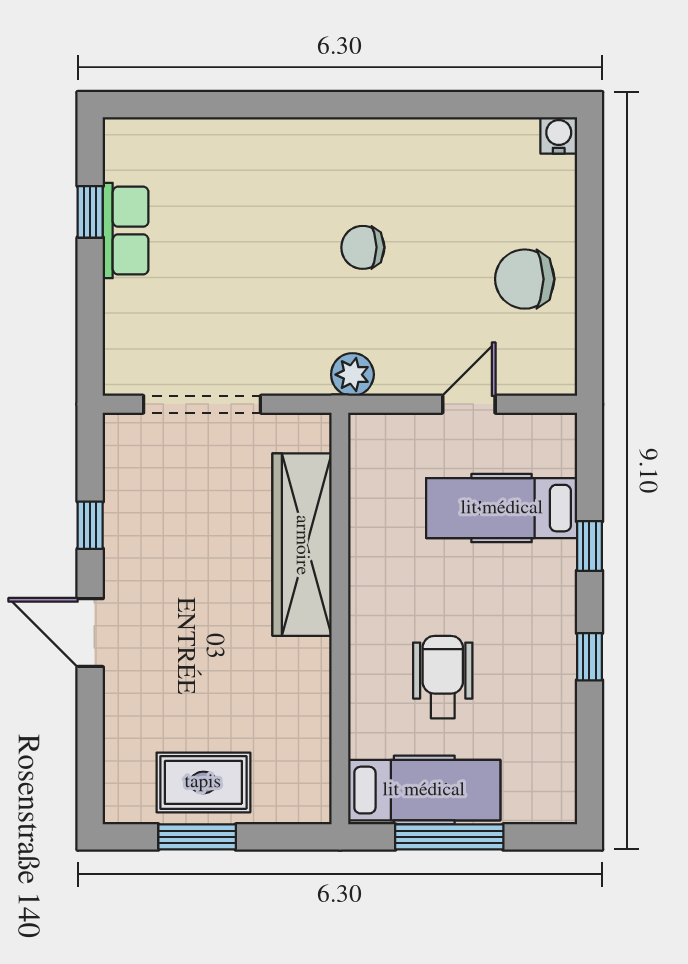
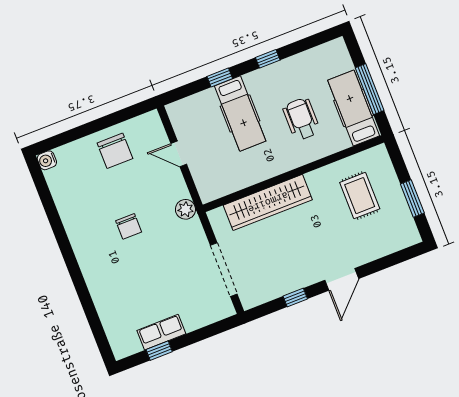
hospital bed: (502, 508) -> (240, 114), moved
wheelchair: (443, 677) -> (301, 119), turned 90
rug: (203, 782) -> (360, 196), moved

